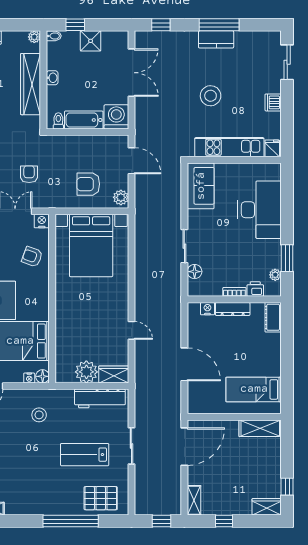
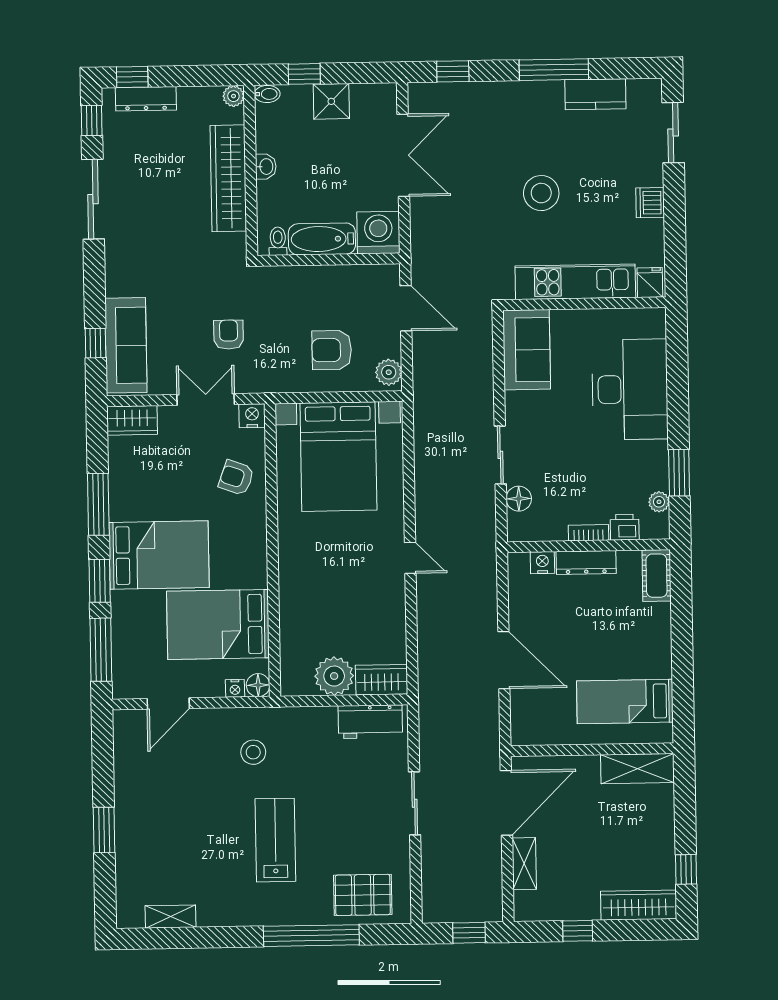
kitchen counter: (216, 39) -> (595, 94), moved
door: (131, 330) -> (410, 558), moved
workbench: (100, 398) -> (370, 722), width x0.73
lab bench: (85, 455) -> (275, 840), moved, turned 90
shelving: (194, 500) -> (524, 864), moved
wardrobe: (267, 507) -> (639, 905), width x1.50

